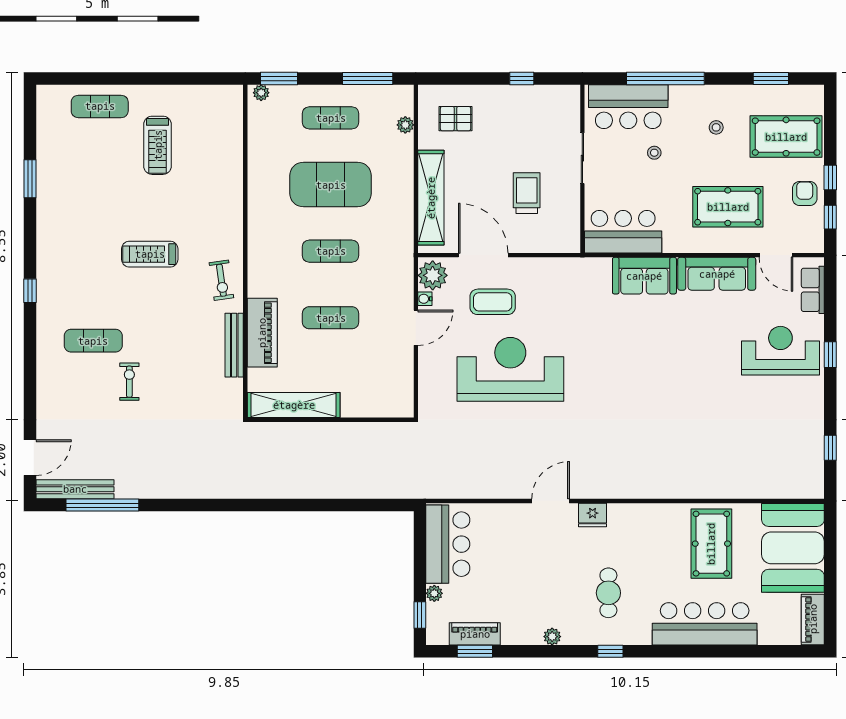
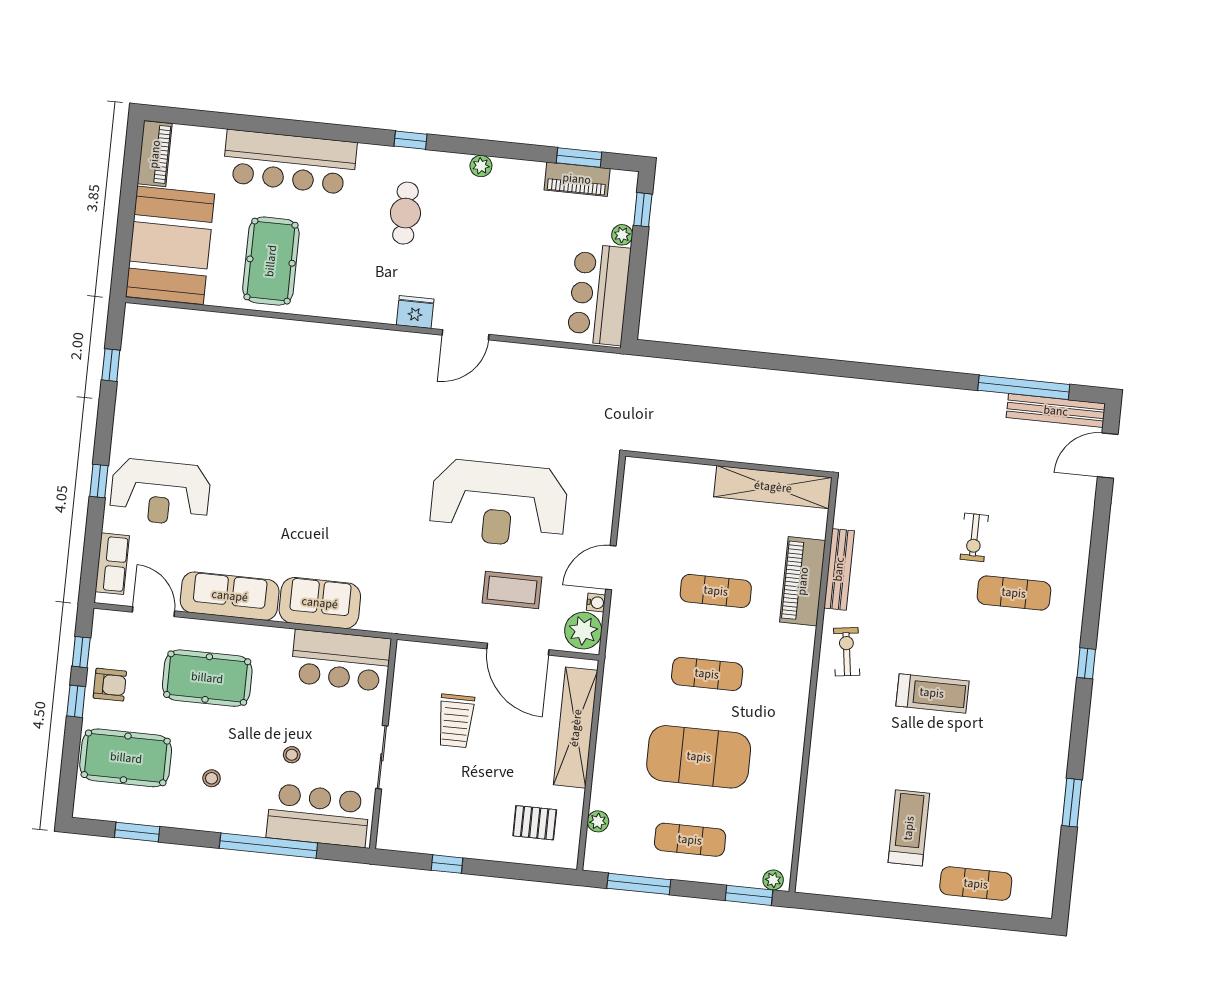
armchair: (805, 193) -> (110, 685), turned -90

